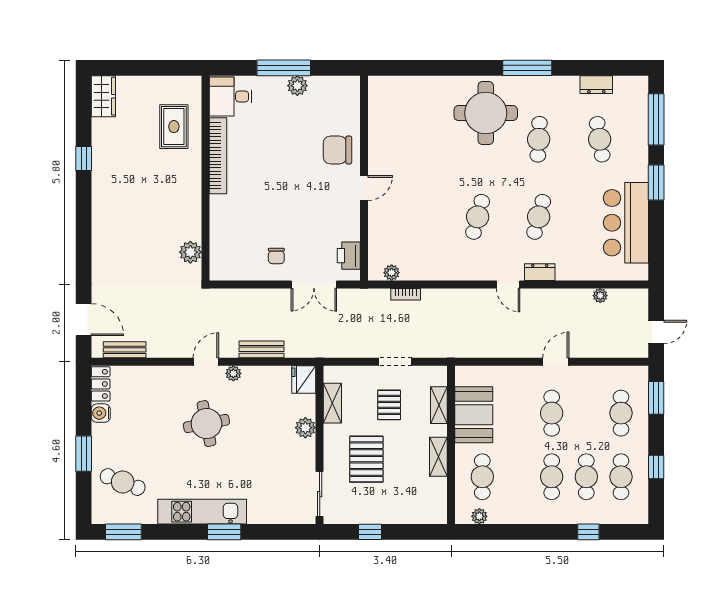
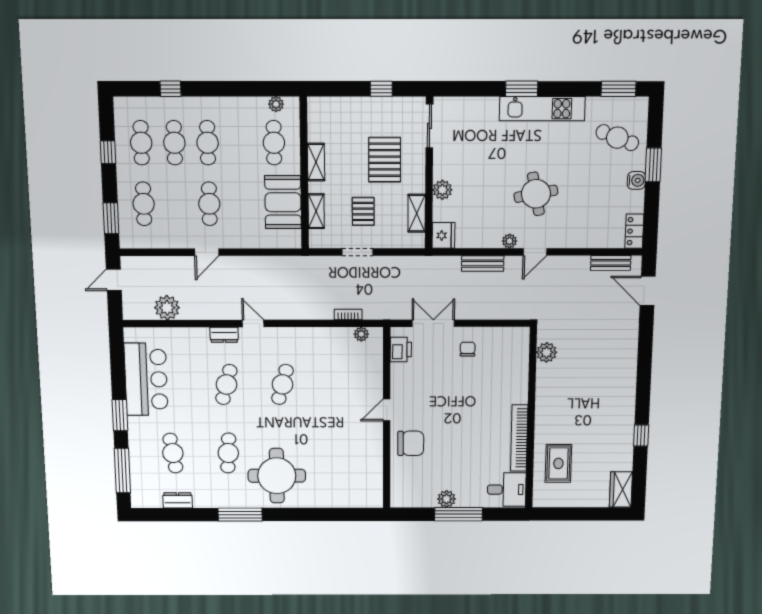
plant: (600, 296) -> (167, 308), width x1.87, depth x1.87
water cooler: (101, 413) -> (636, 180), moved

